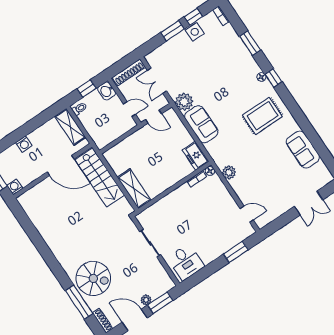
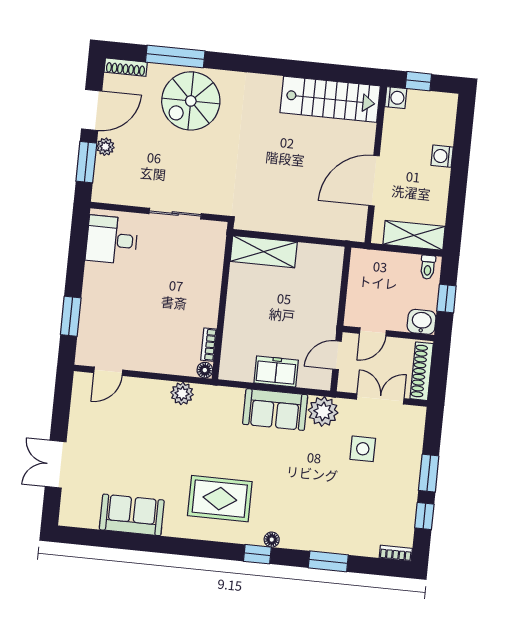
side table: (195, 32) -> (363, 449), moved
rug: (262, 116) -> (220, 499), turned 90
freezer: (195, 156) -> (276, 371), moved
stairs: (100, 177) -> (330, 99), moved, turned 180

